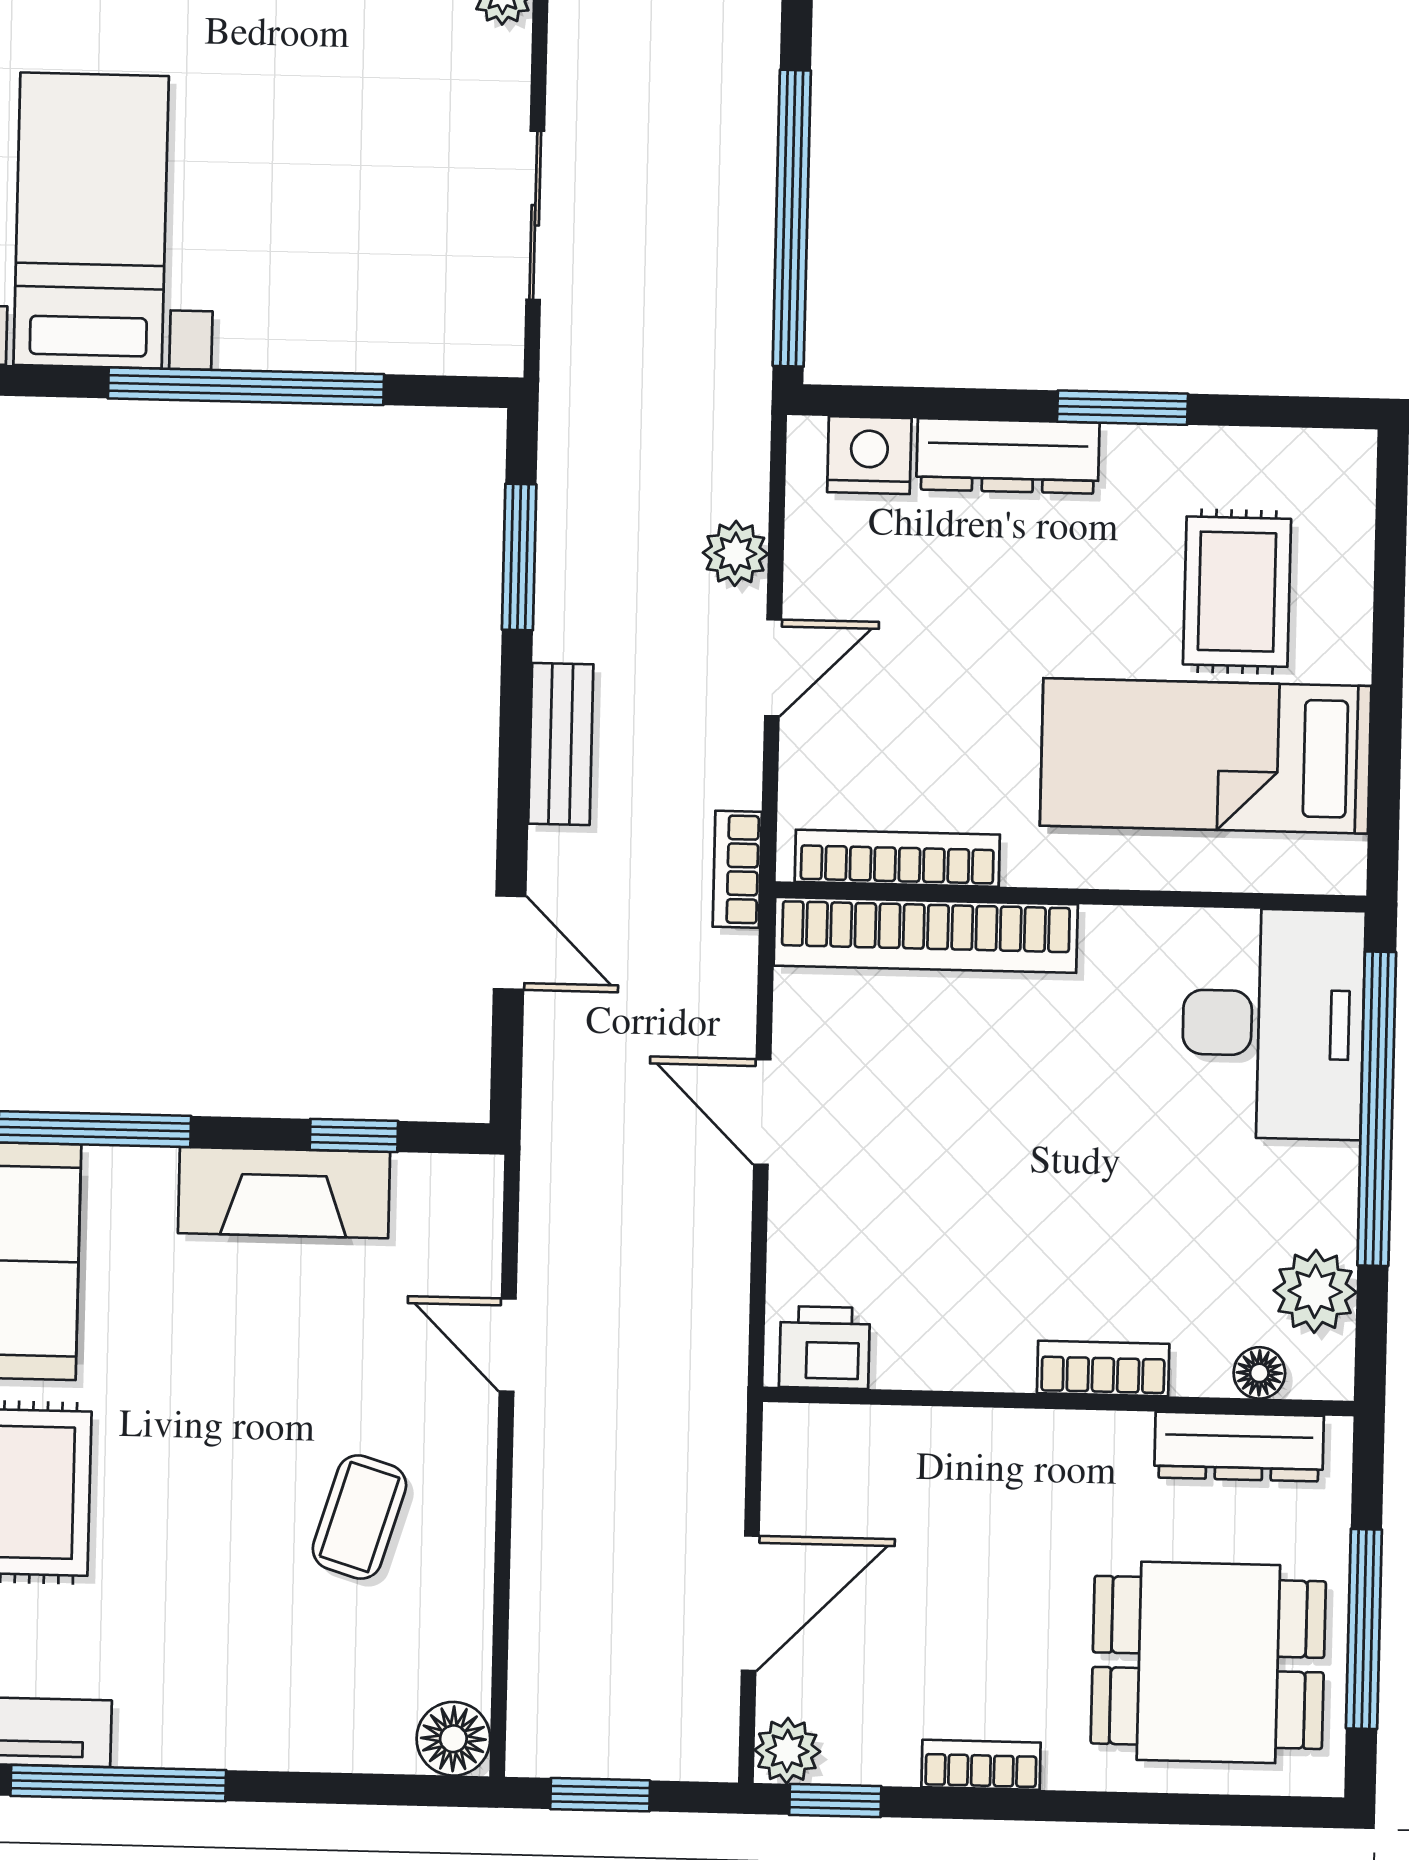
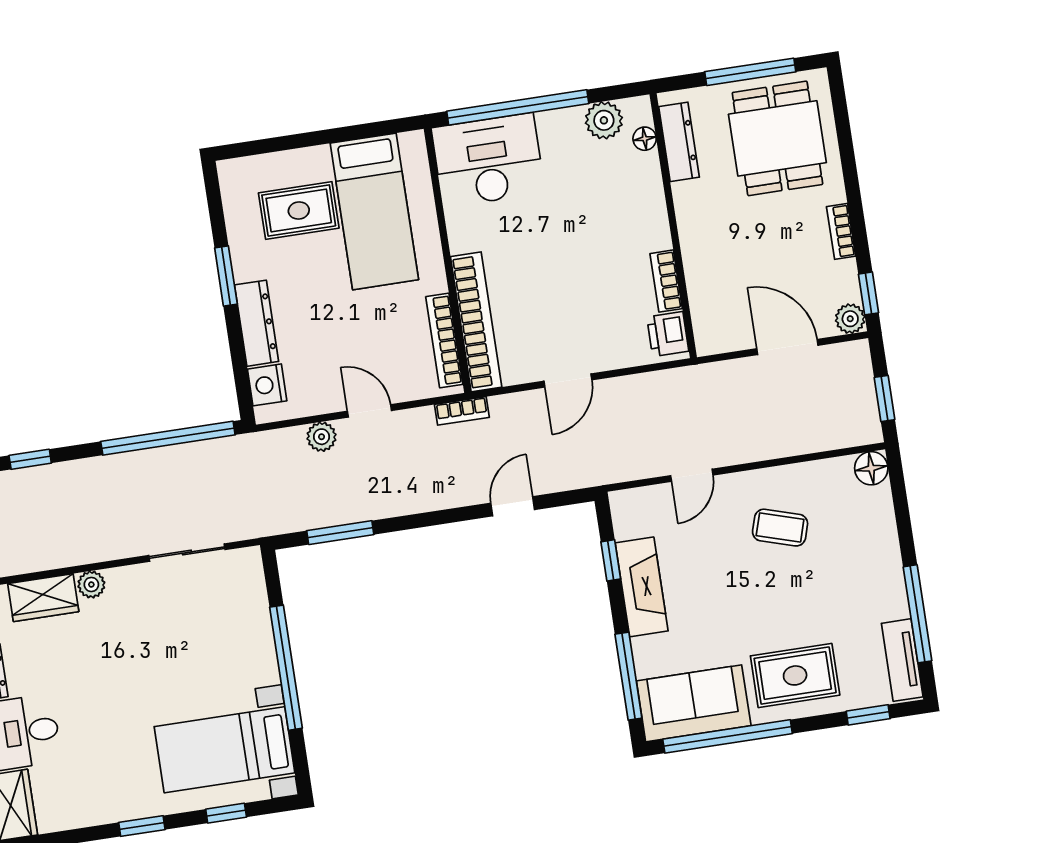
bench: (561, 744) -> (420, 499), removed
bookcase: (1103, 1369) -> (666, 281), moved

